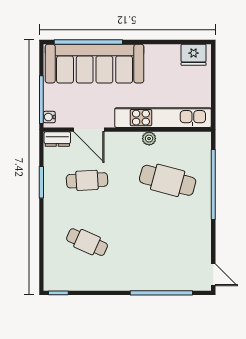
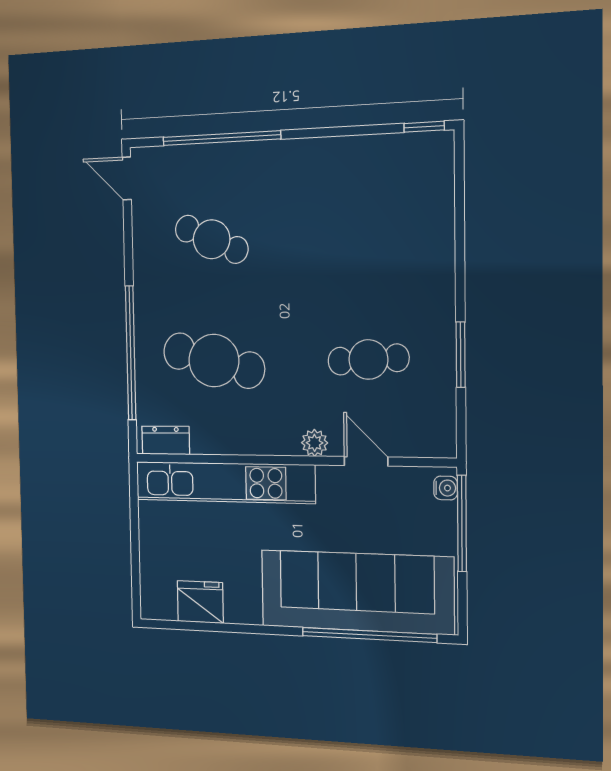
fridge: (194, 55) -> (200, 602), moved
door: (89, 130) -> (366, 461), width x0.73
dresser: (57, 139) -> (166, 440), moved
plant: (149, 139) -> (315, 443), moved
cafe table: (87, 242) -> (212, 239), moved

